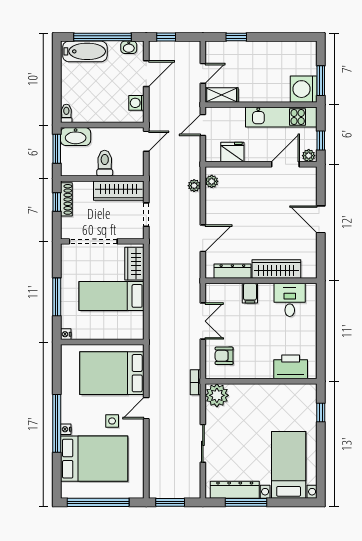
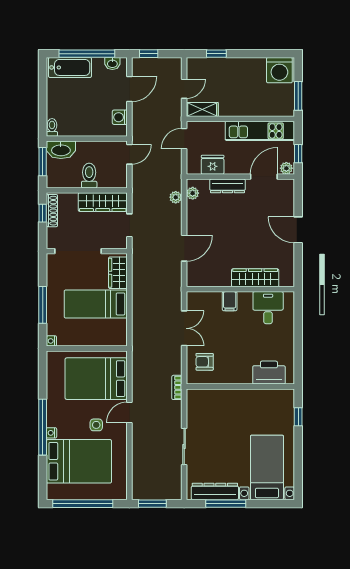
washing machine: (304, 89) -> (279, 70), moved, turned -90
dresser: (232, 271) -> (227, 186), moved, turned 180
plant: (217, 395) -> (198, 400), removed

